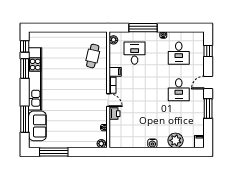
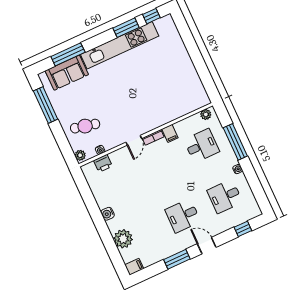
cafe table: (93, 56) -> (85, 126), moved
printer: (115, 114) -> (103, 163), moved

